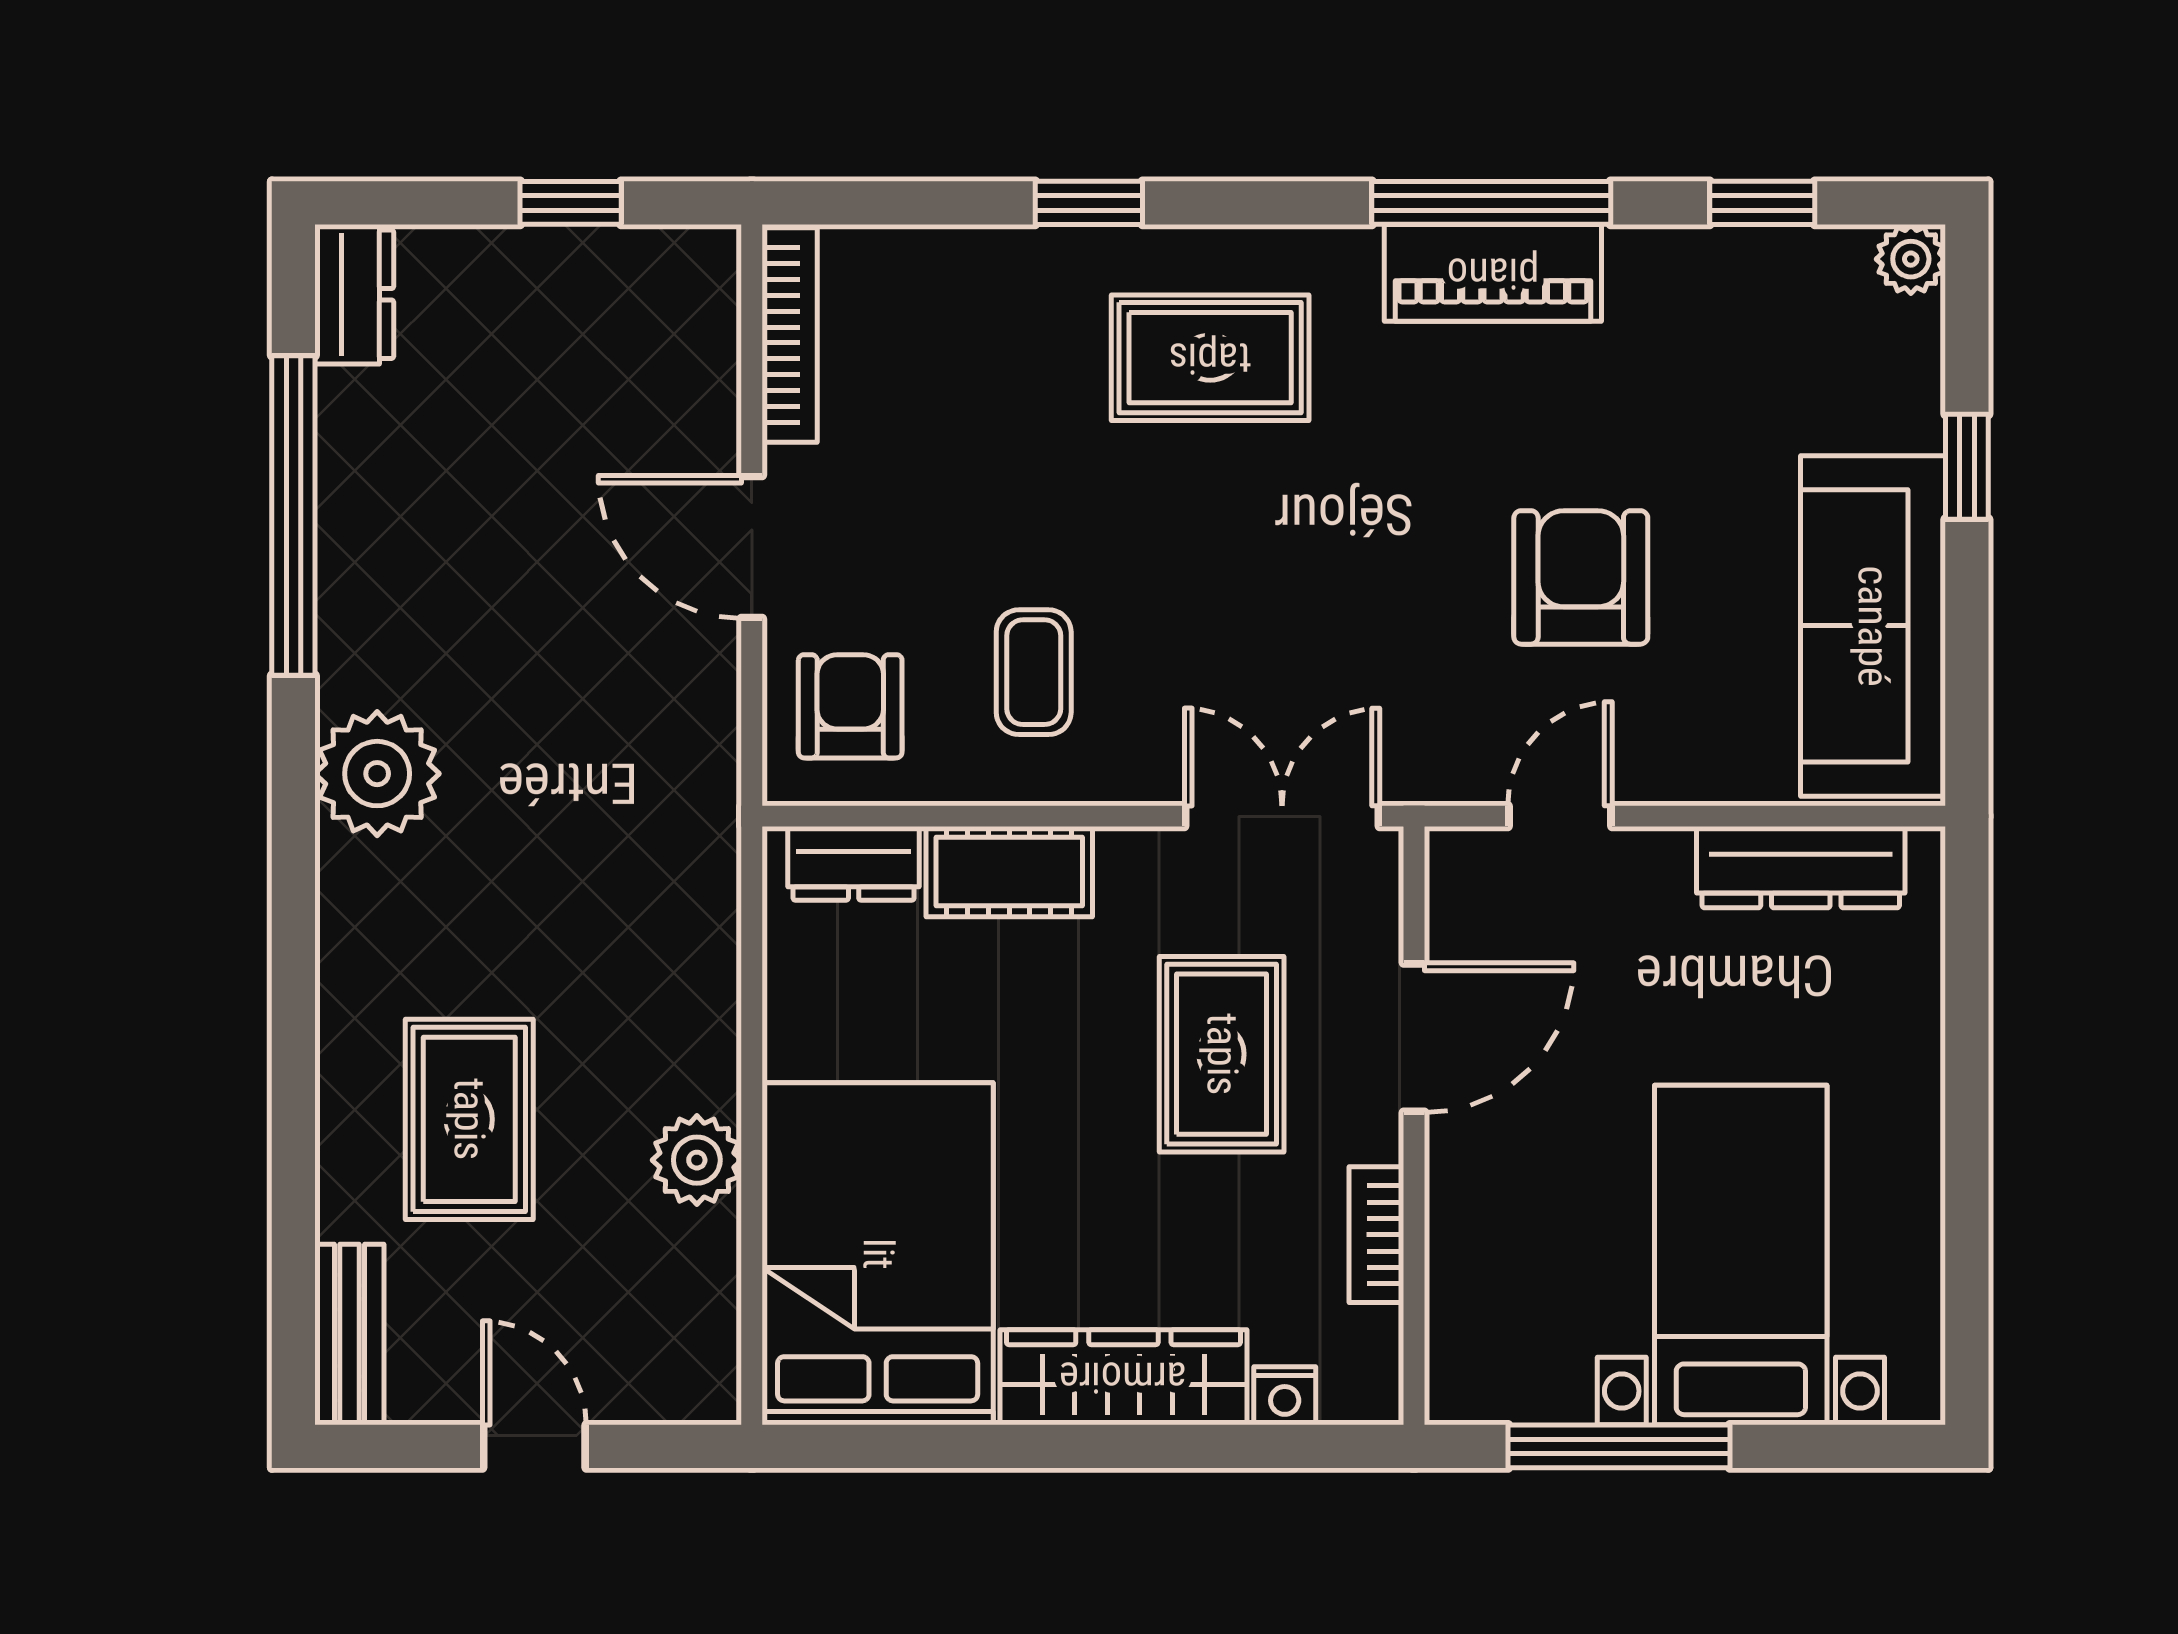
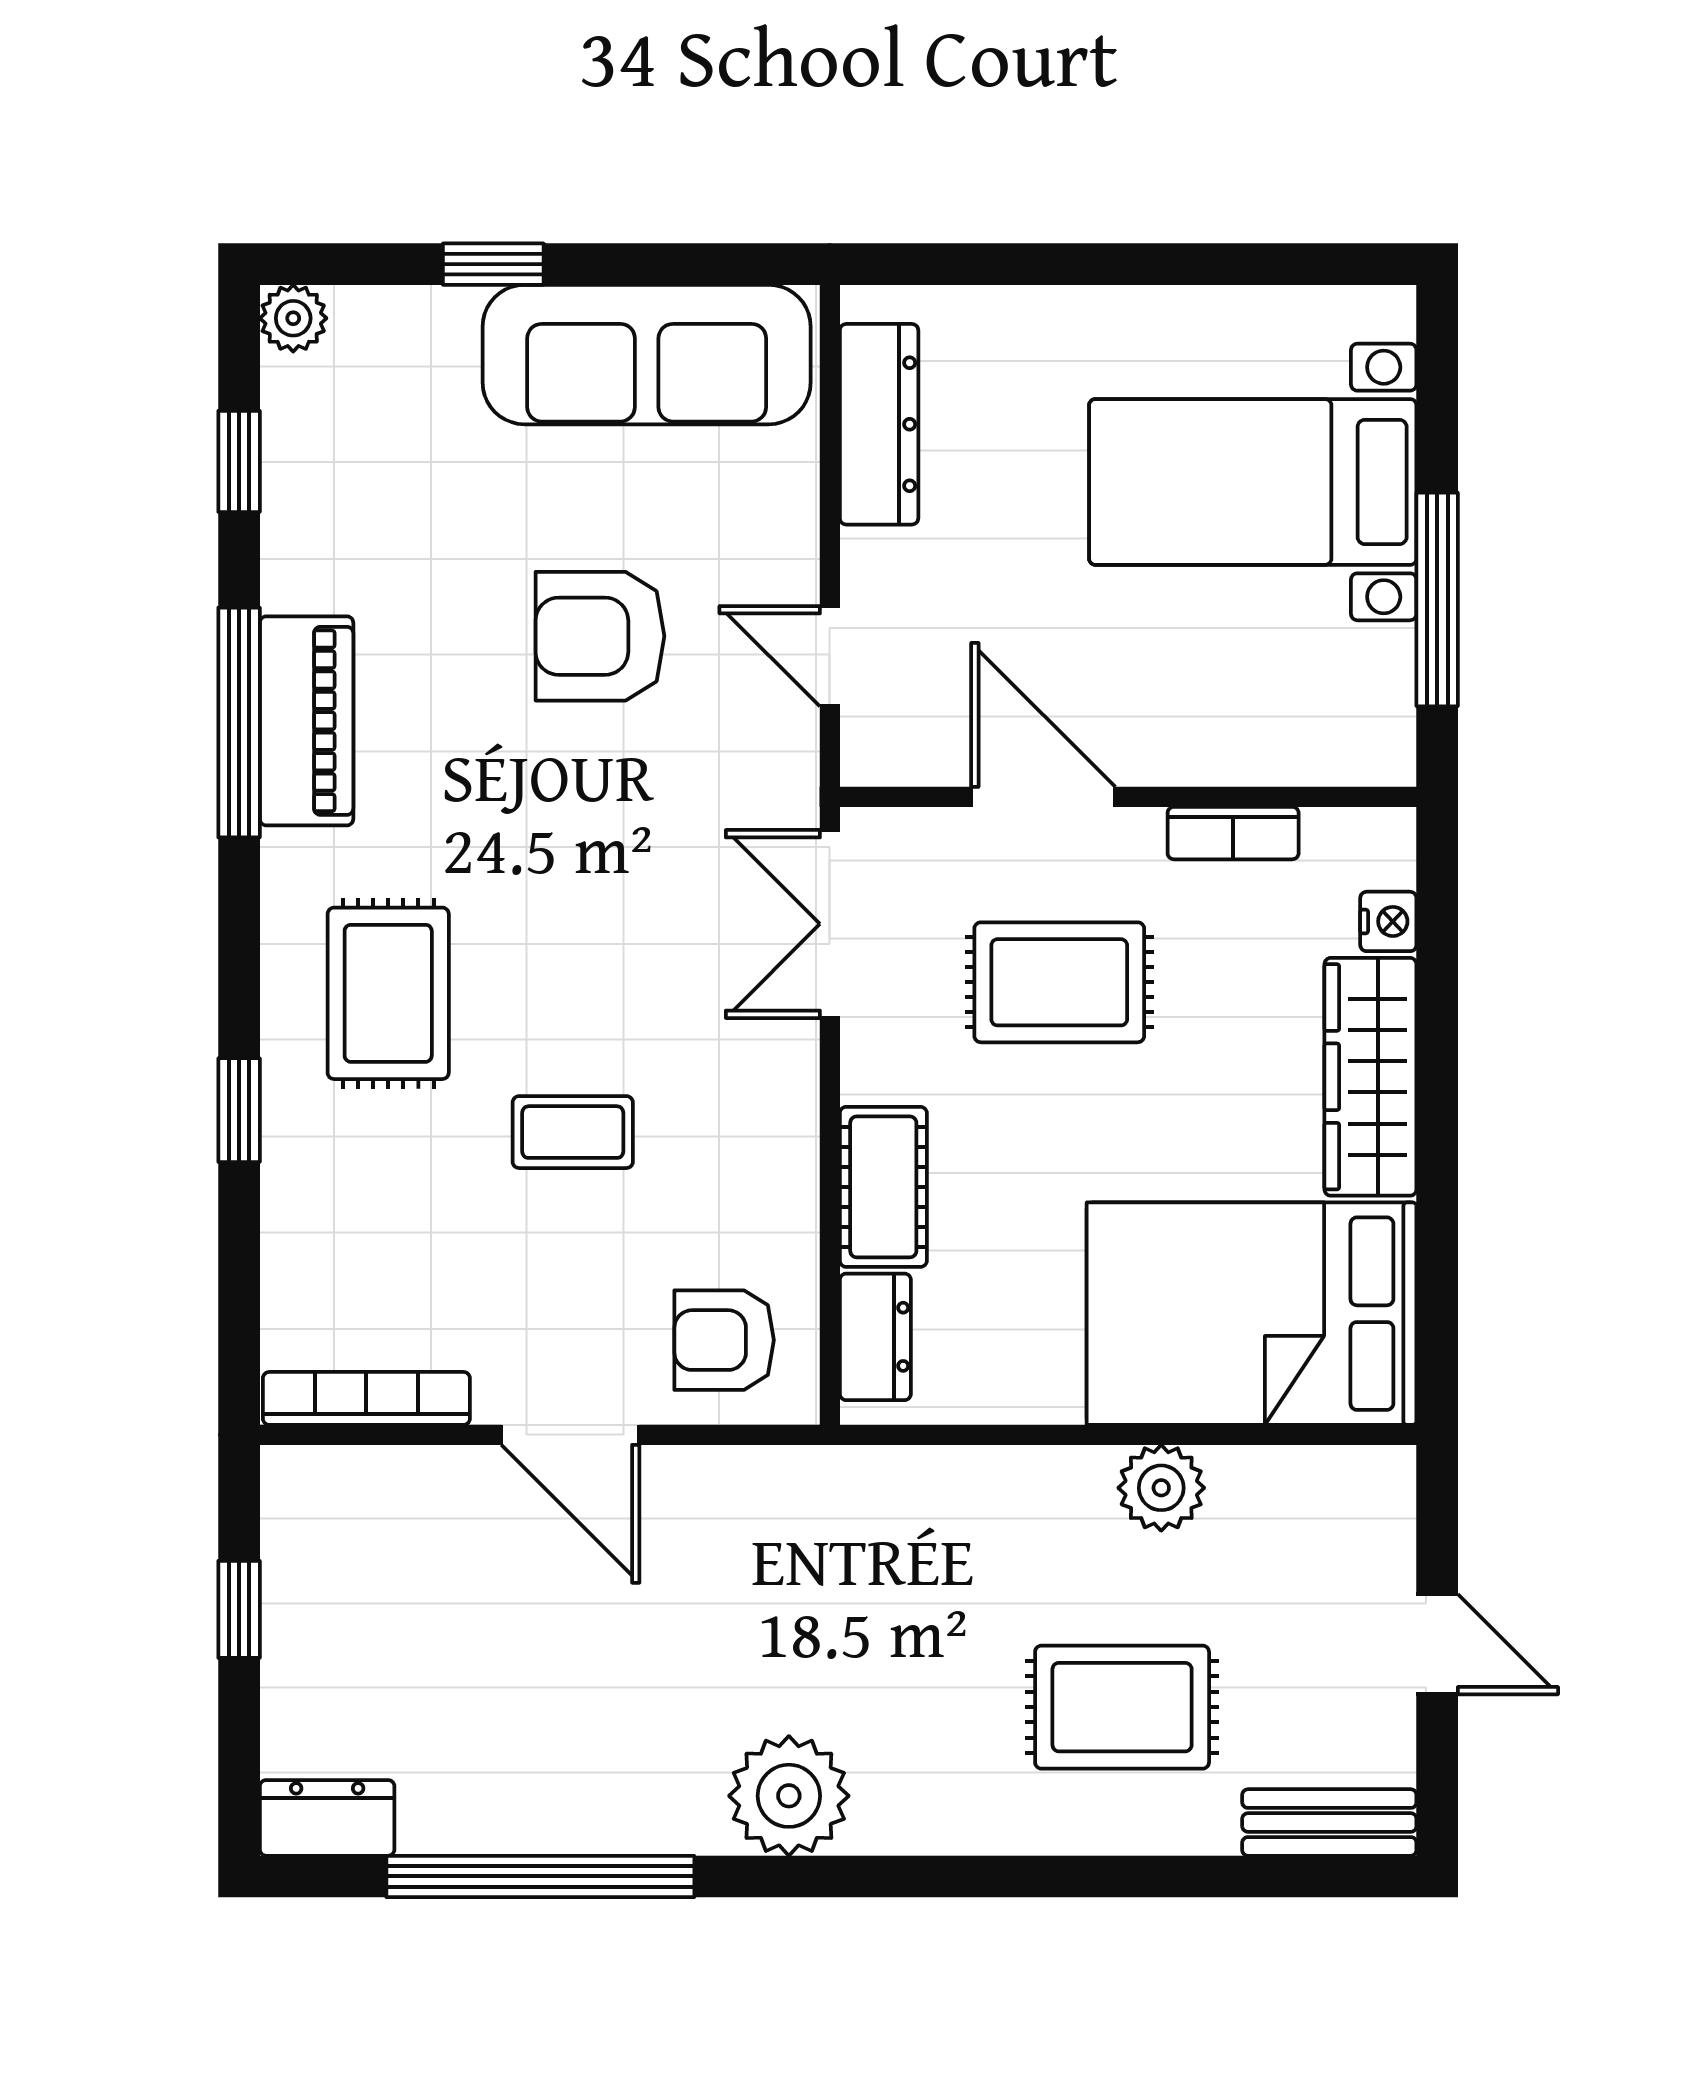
door: (752, 547) -> (570, 1435), hinge flipped
coffee table: (1034, 672) -> (573, 1132), moved
door: (534, 1446) -> (1437, 1644), swing flipped

